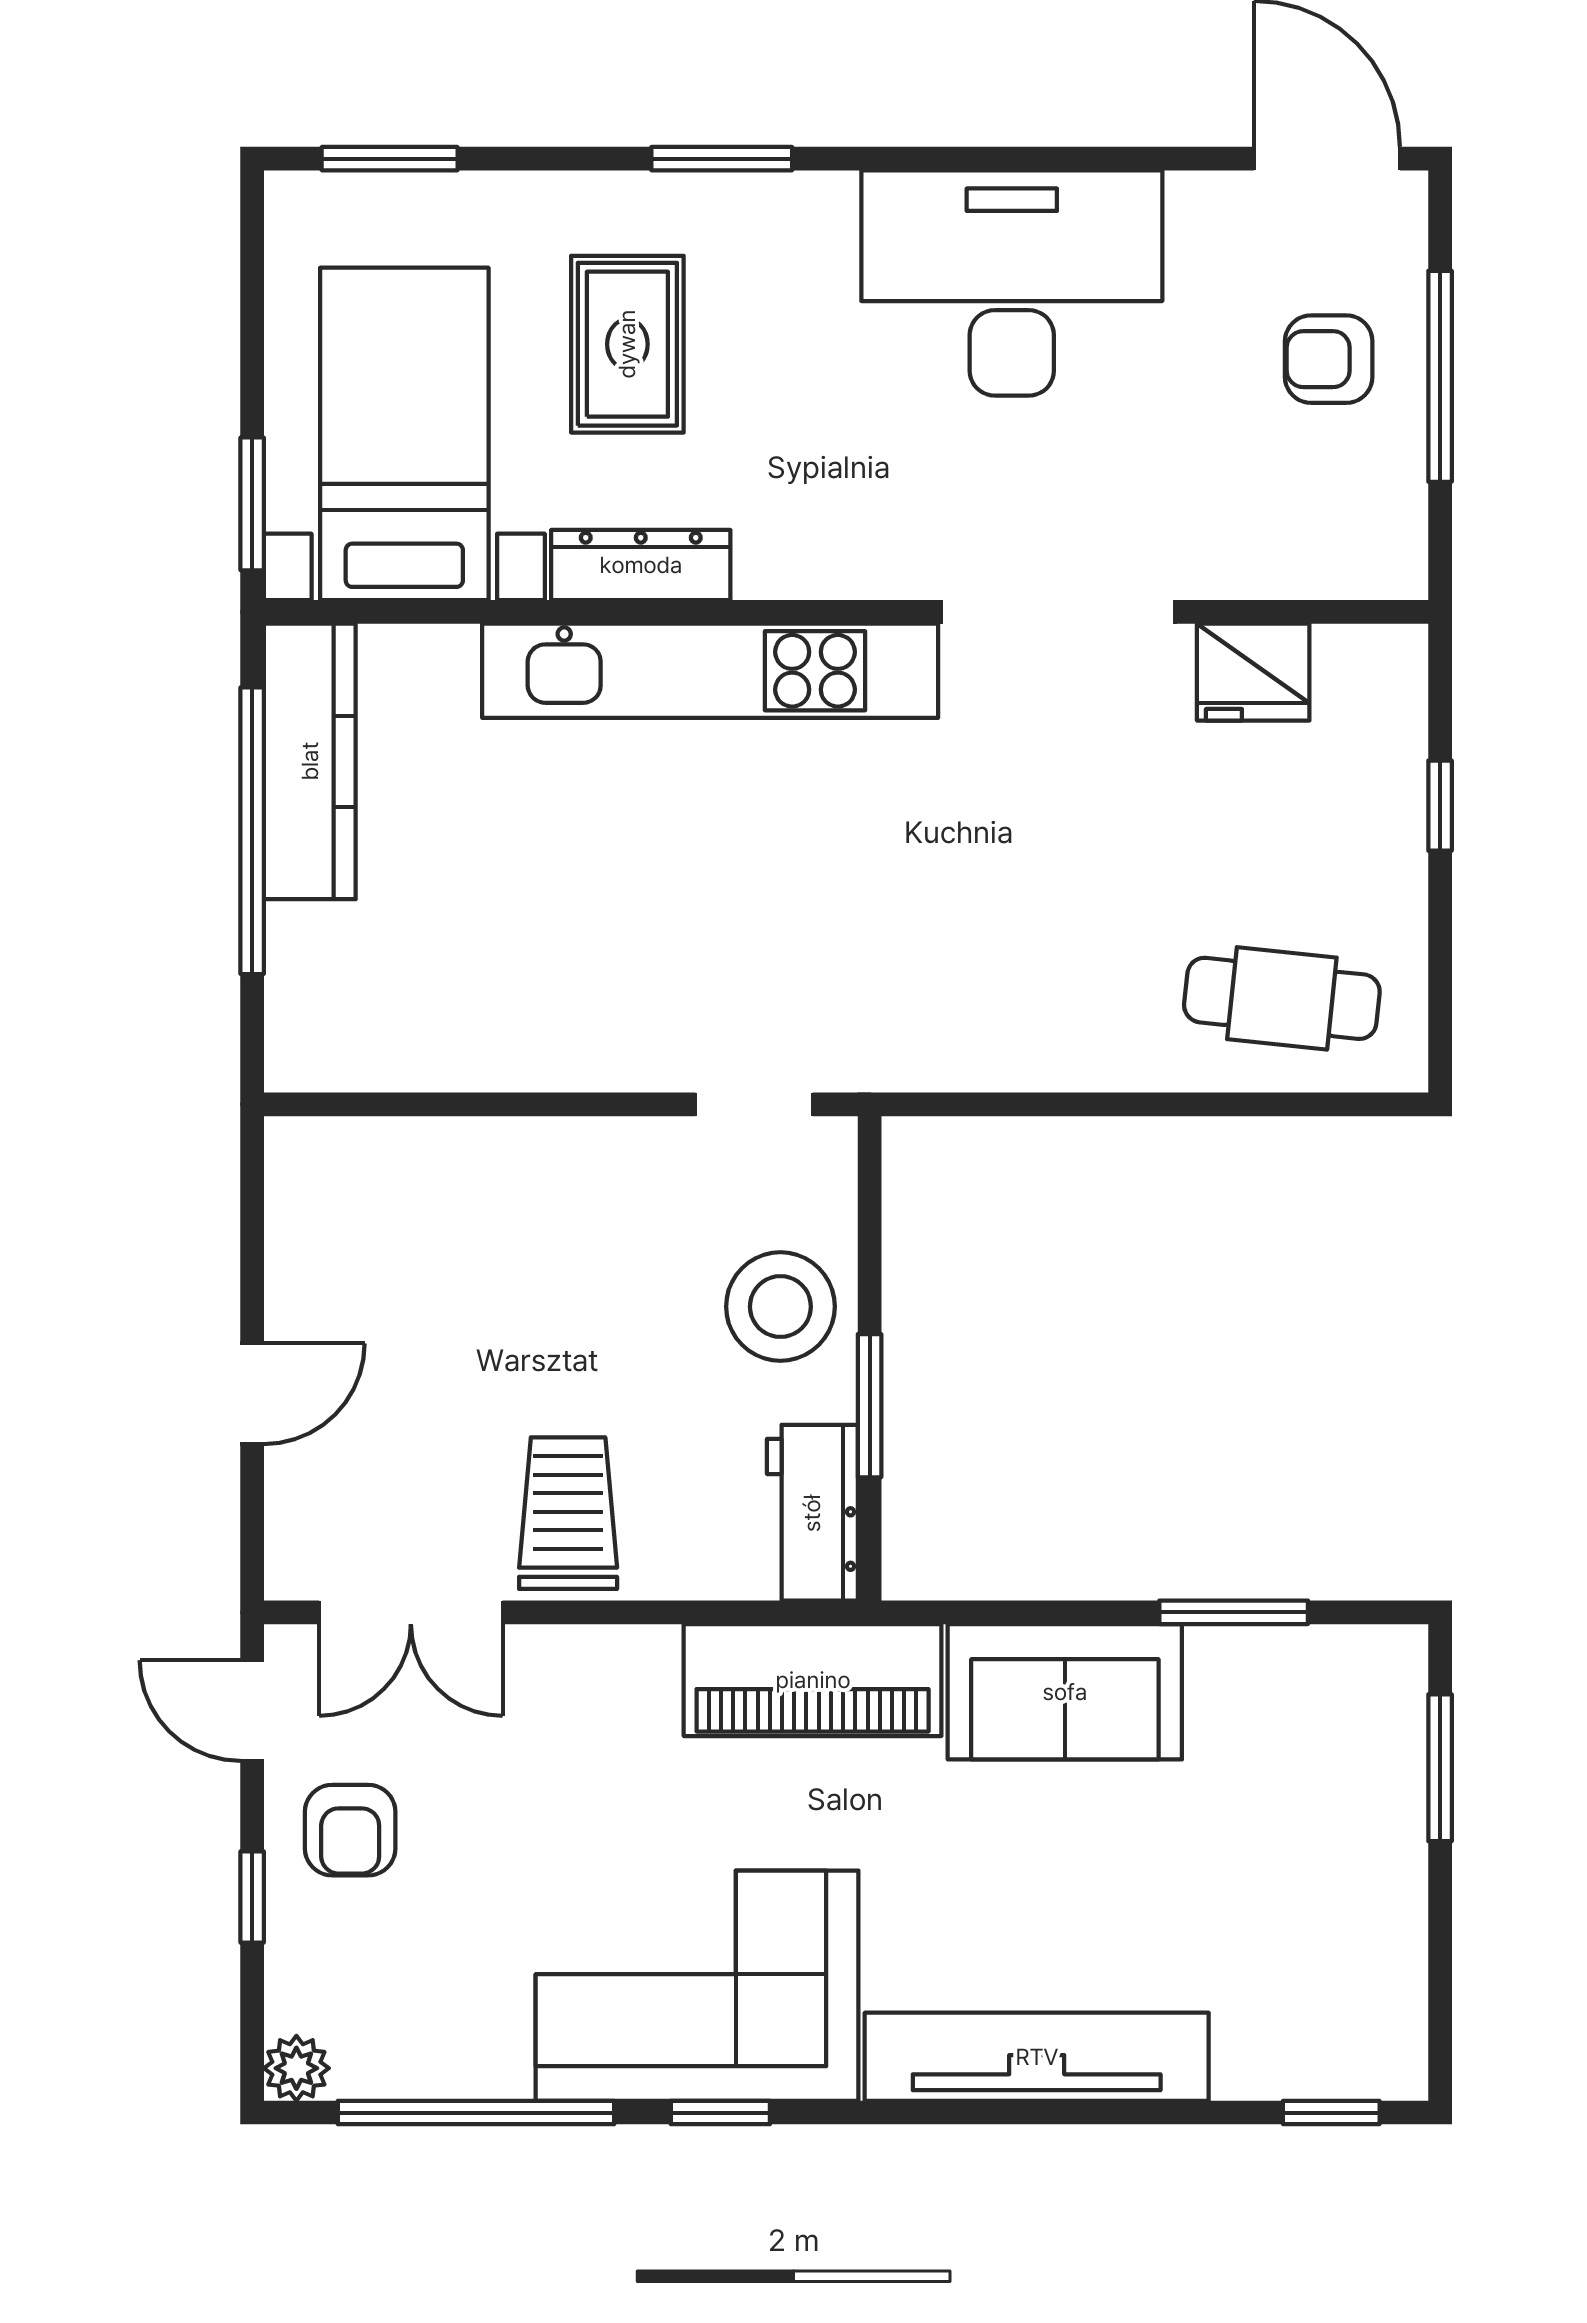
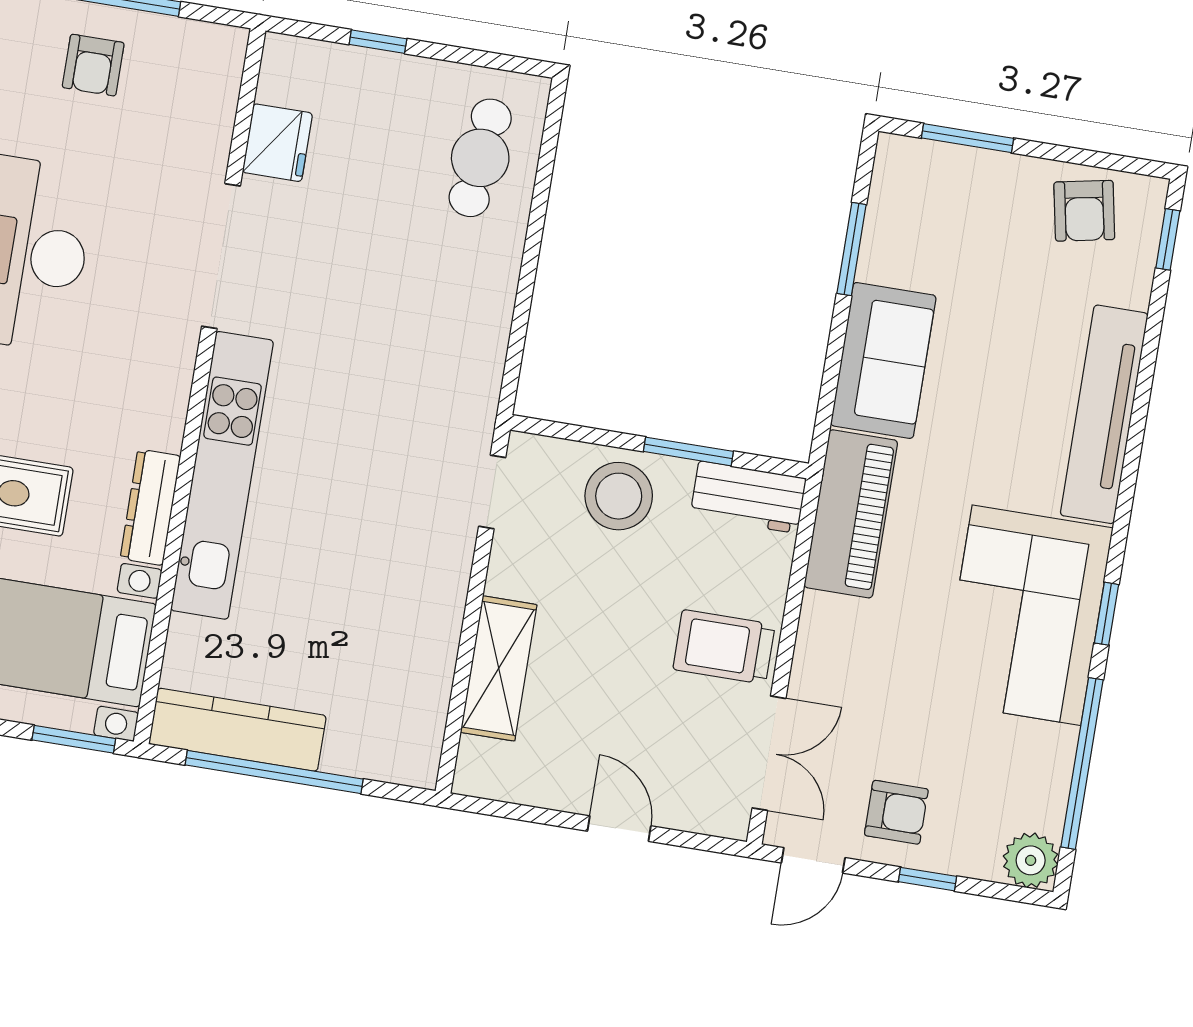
shelving: (475, 1161) -> (499, 668), added
armchair: (1355, 1972) -> (1084, 211), added
plant: (296, 2068) -> (1031, 860), width x1.38, depth x1.38

